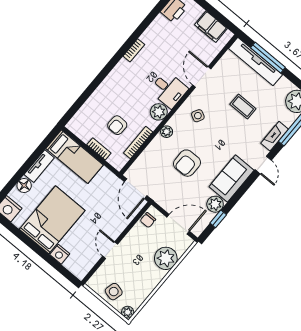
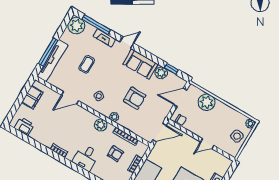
desk: (169, 90) -> (86, 158), moved, turned 180
door: (178, 224) -> (180, 97), hinge flipped

